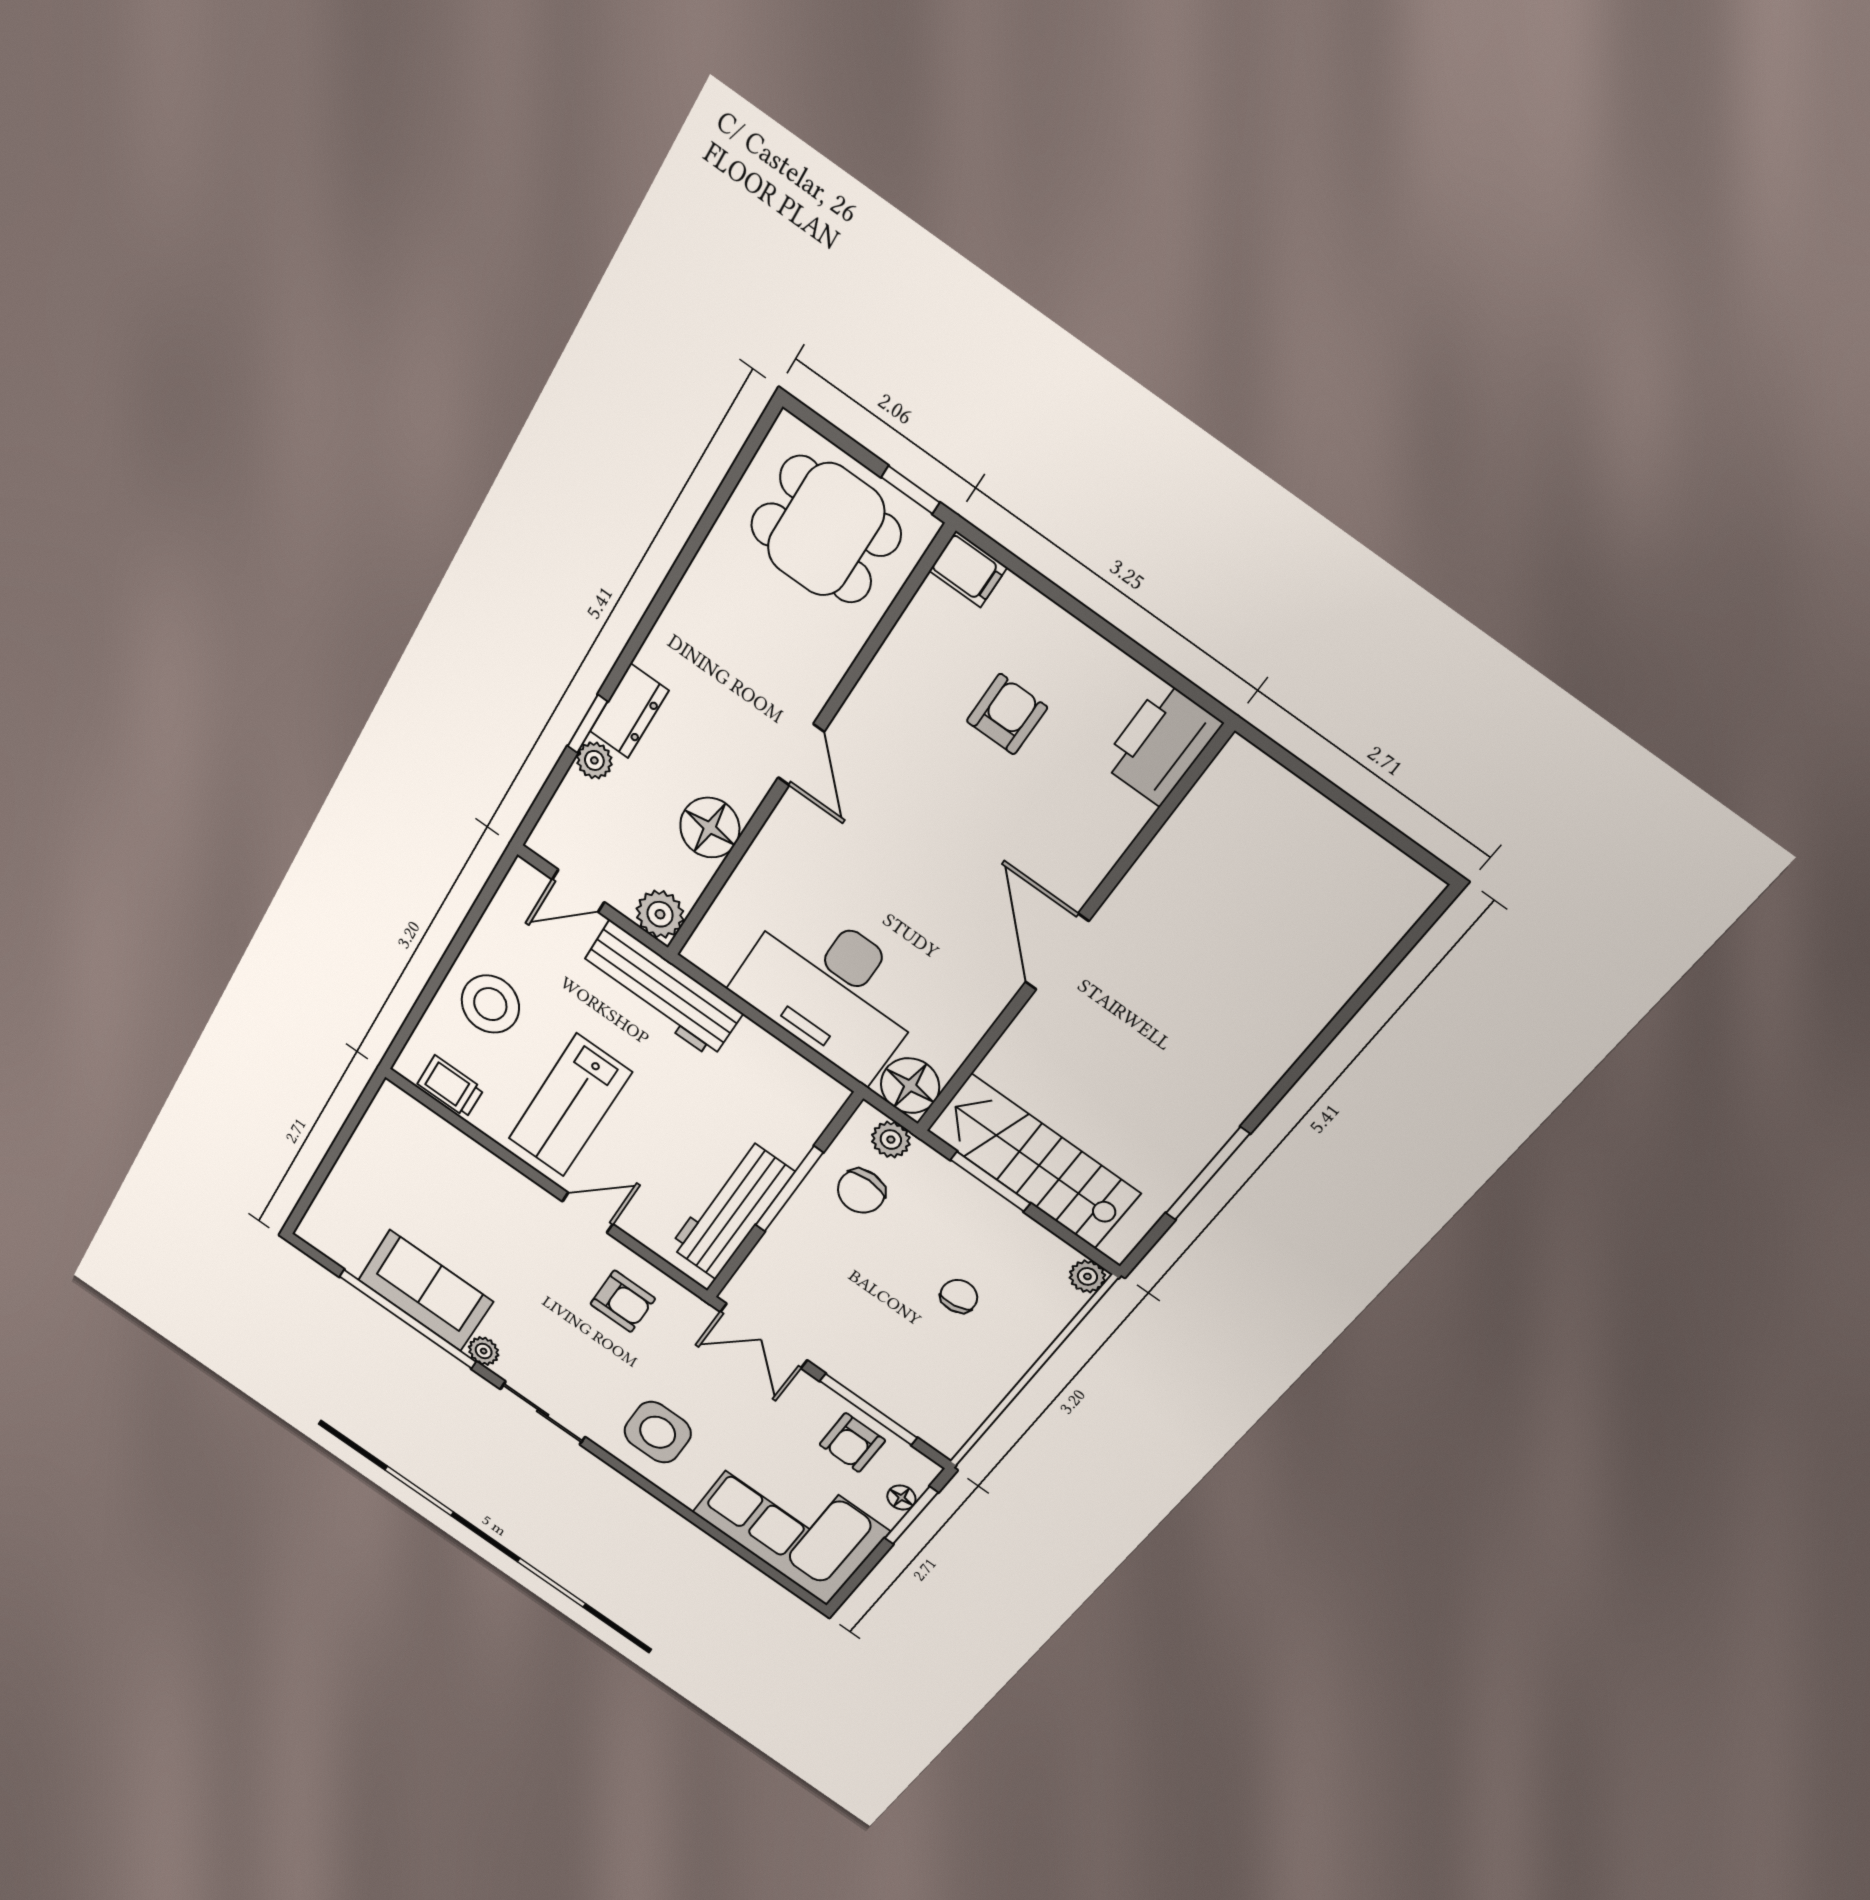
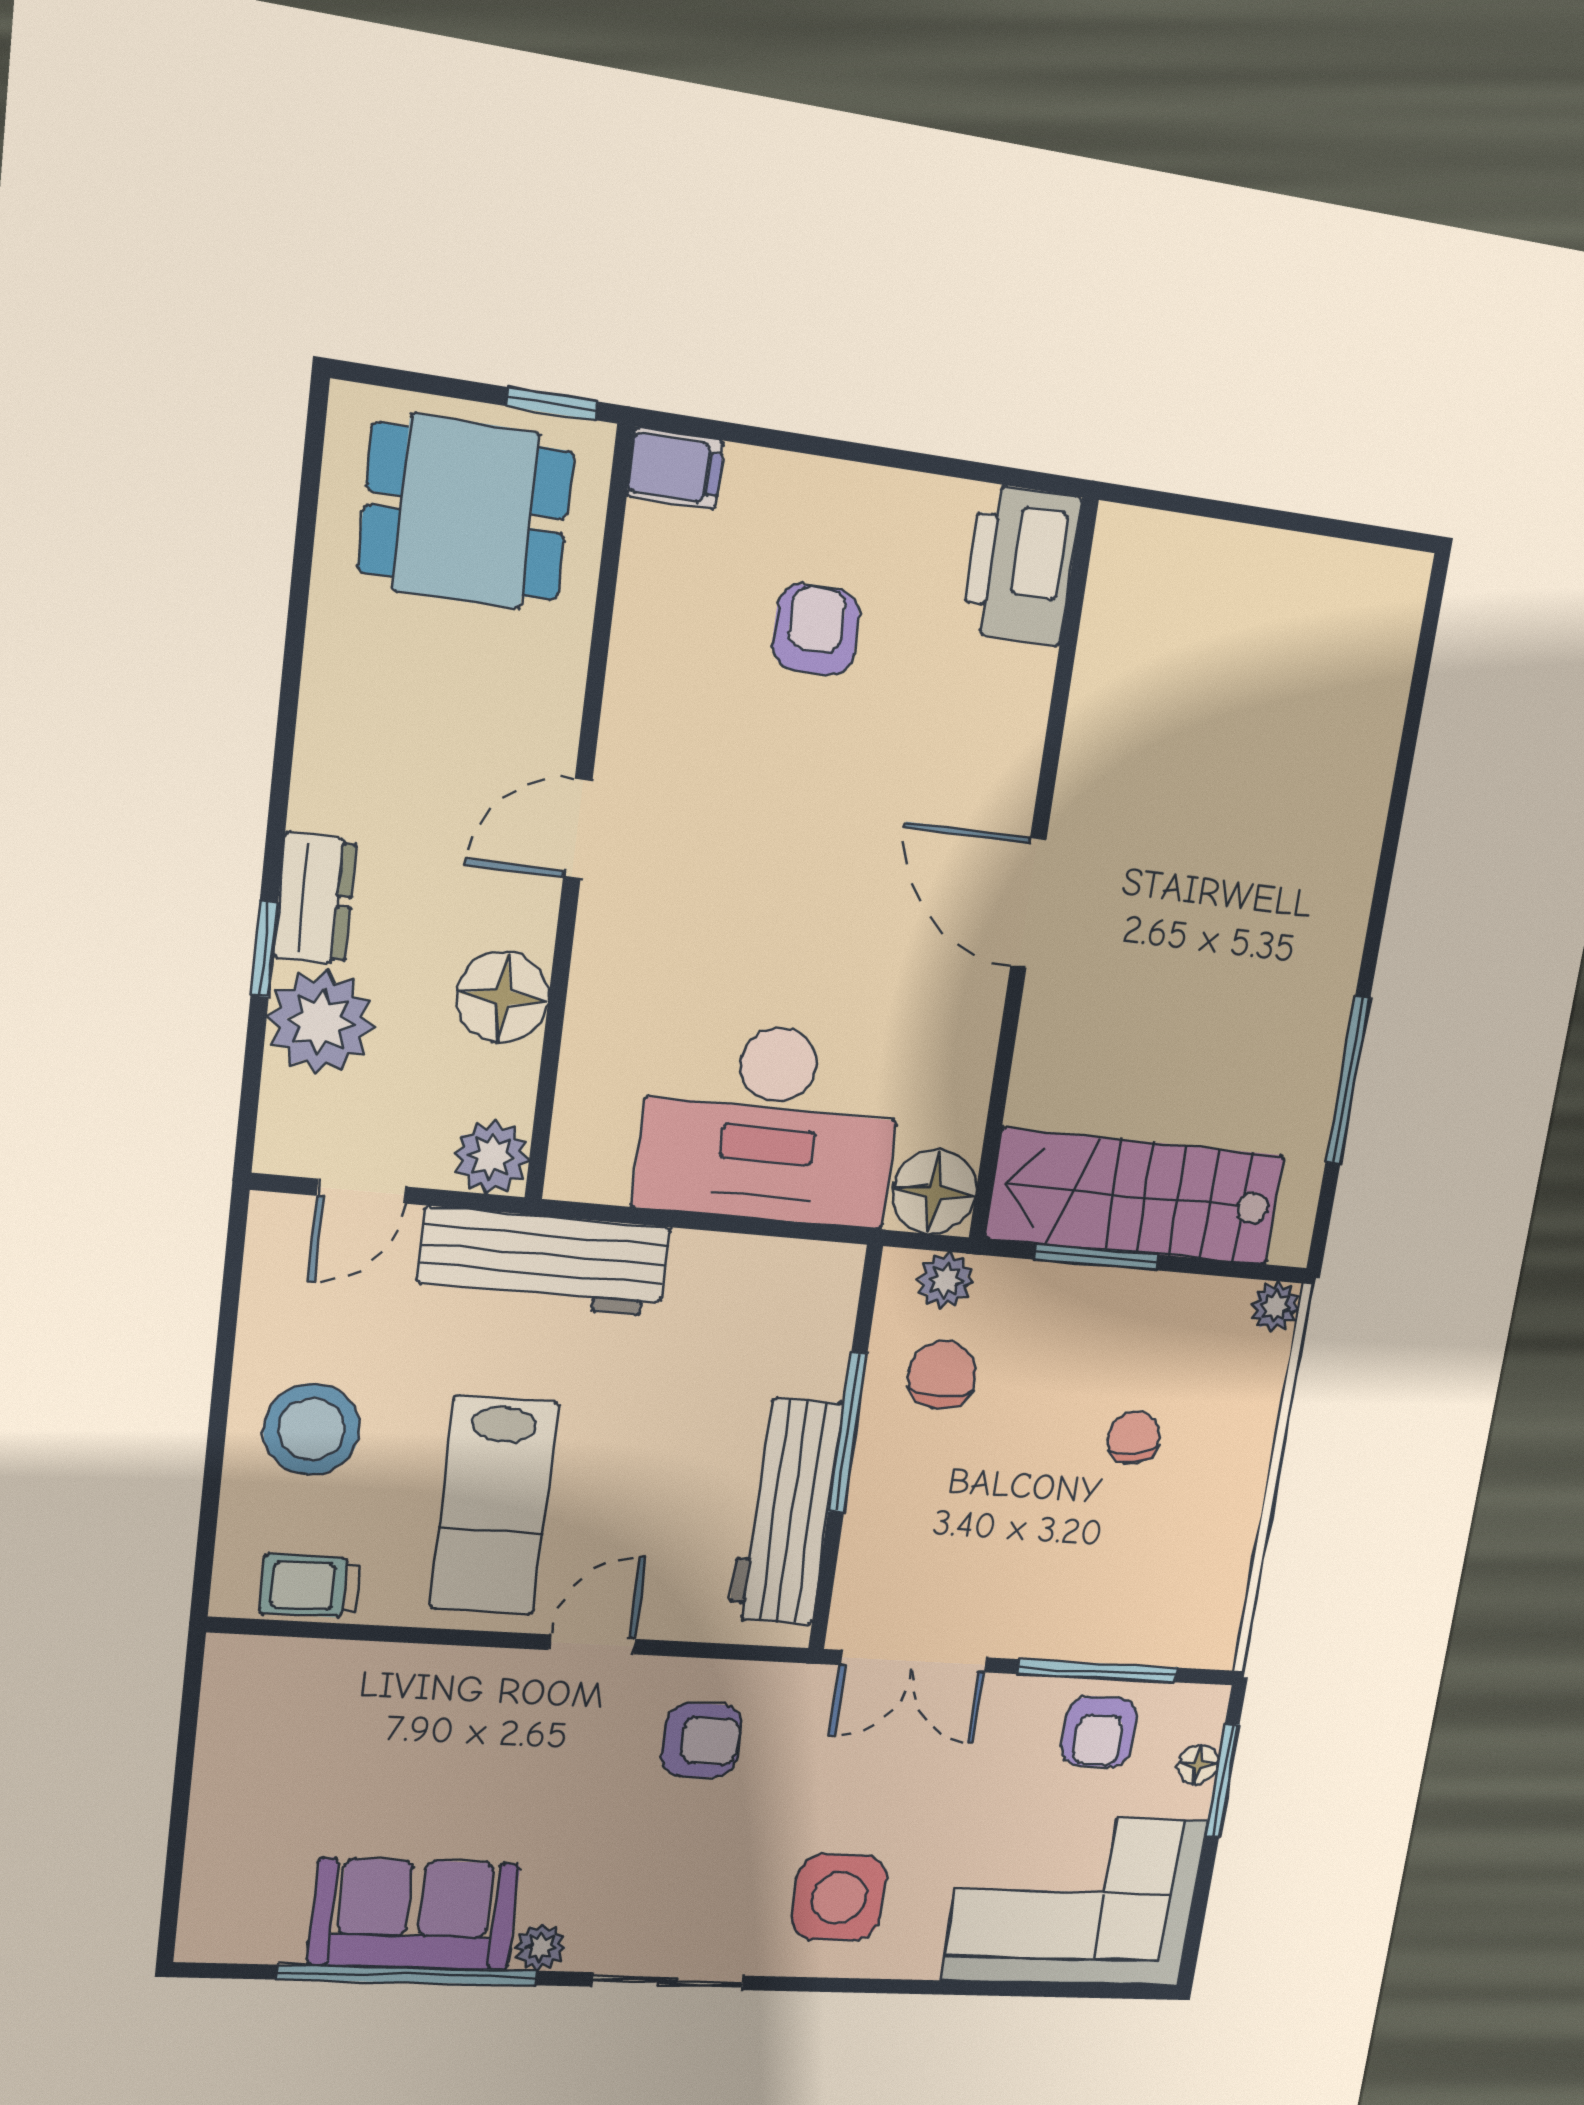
door: (801, 755) -> (578, 829), swing flipped
plant: (594, 760) -> (321, 1022), width x1.87, depth x1.87
chair: (861, 1191) -> (942, 1375), turned 180

